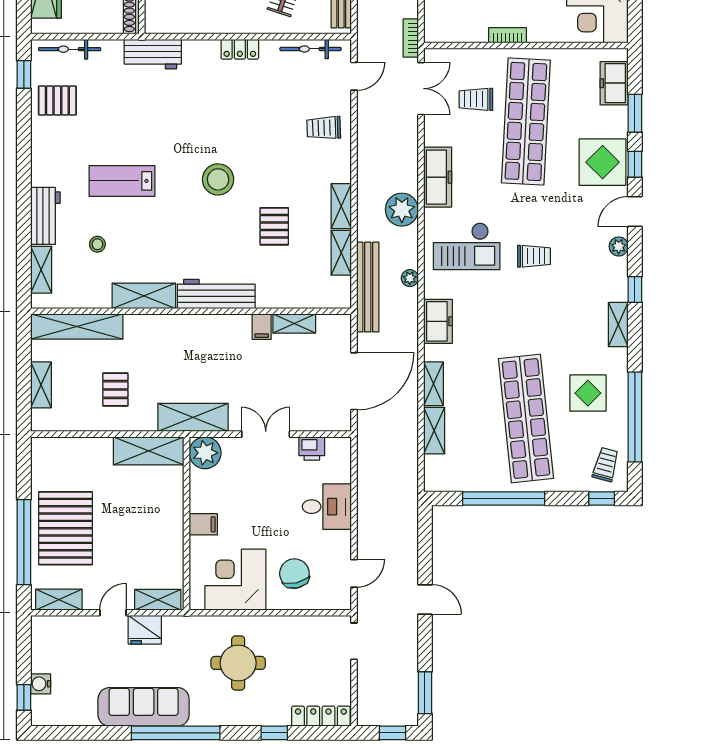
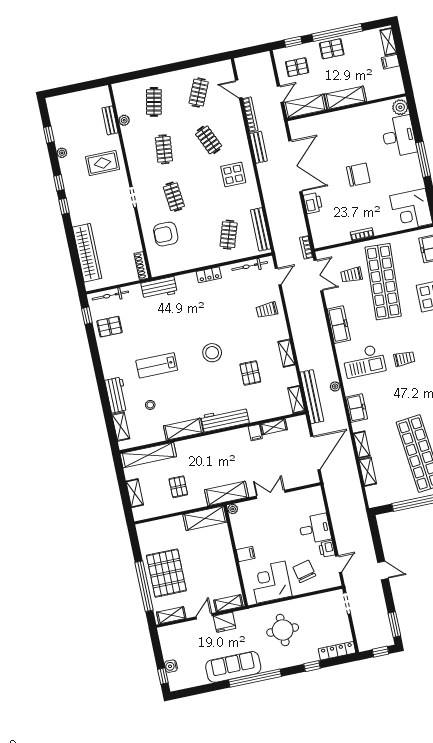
plant: (402, 210) -> (322, 348), removed
shelving: (341, 253) -> (296, 399), moved
printer: (312, 449) -> (327, 549), moved, turned 90
plant: (205, 453) -> (233, 509), width x0.53, depth x0.53

